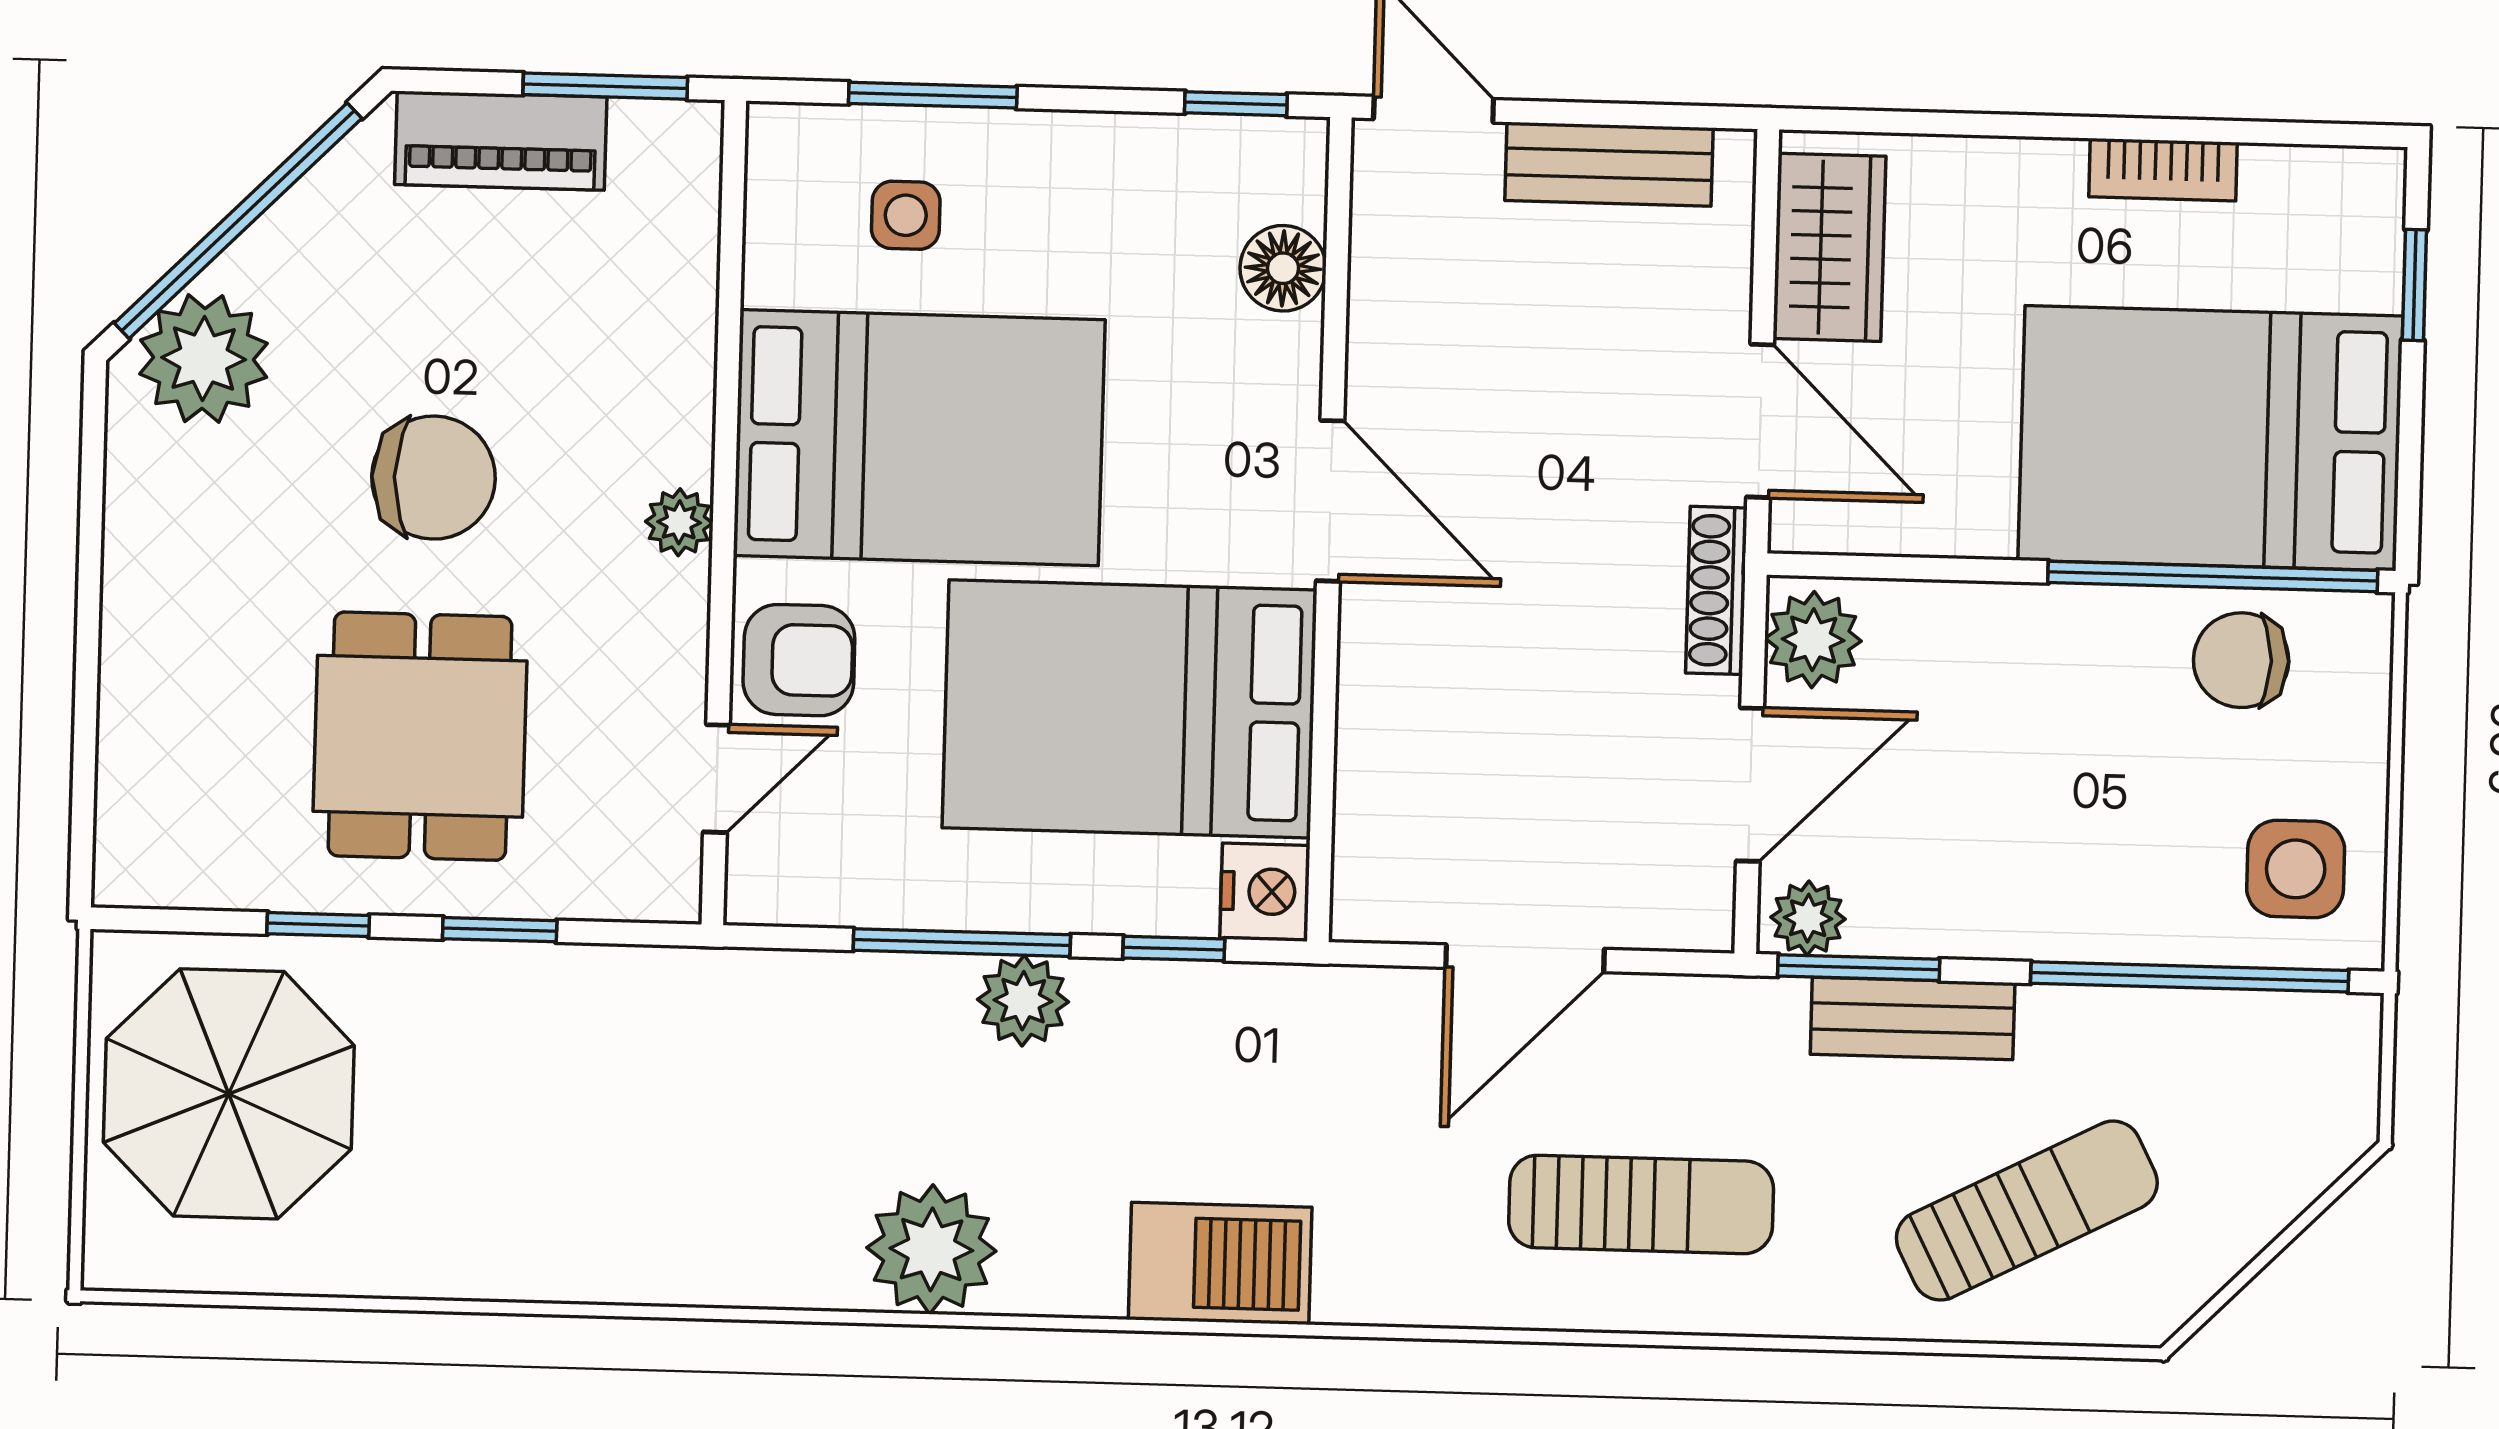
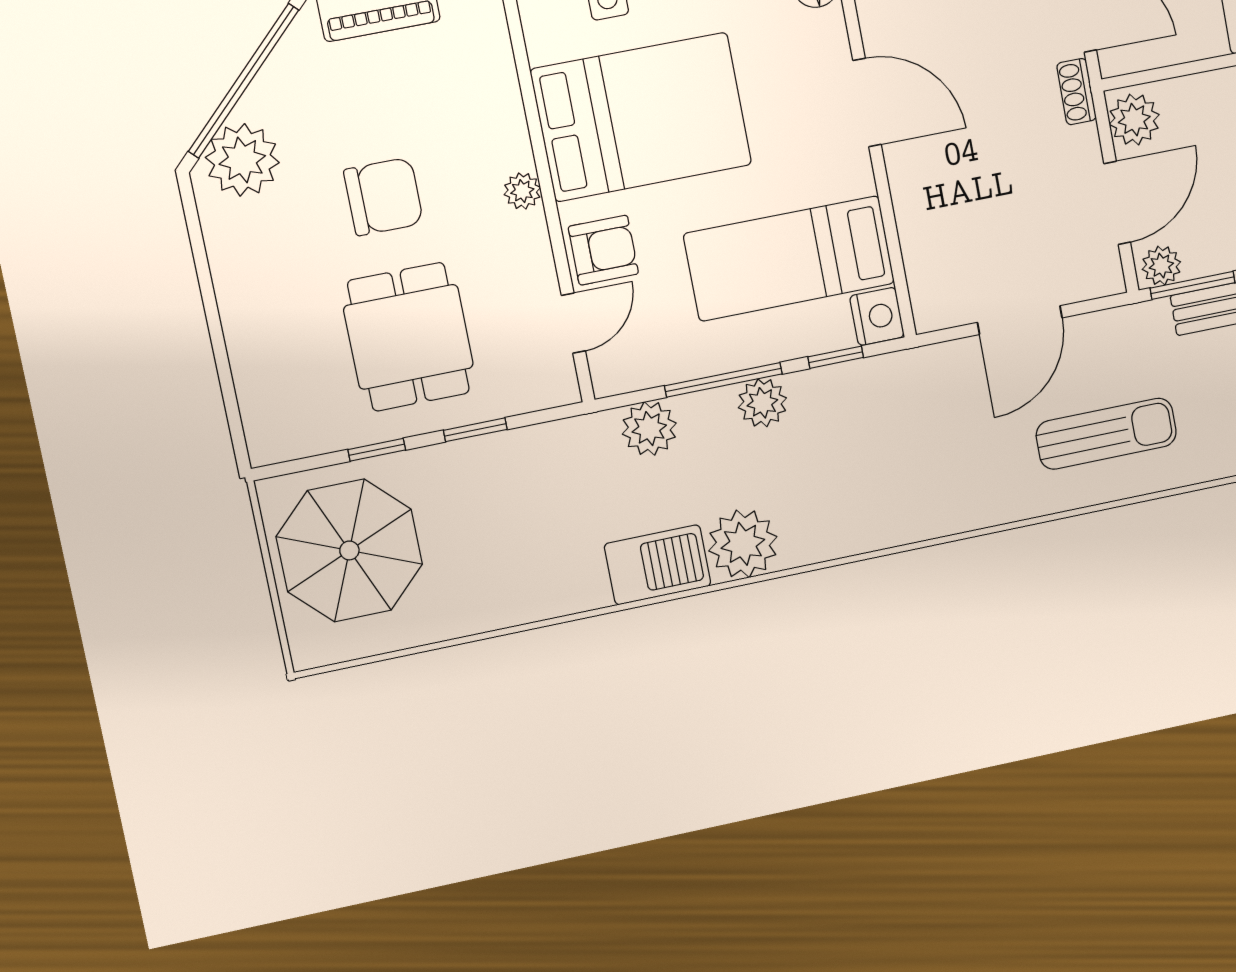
shoe rack: (1716, 590) -> (1076, 92), width x0.70
bed: (1130, 709) -> (789, 258), width x0.67
plant: (809, 1000) -> (649, 429), added
barbecue: (1220, 1263) -> (658, 565), moved

